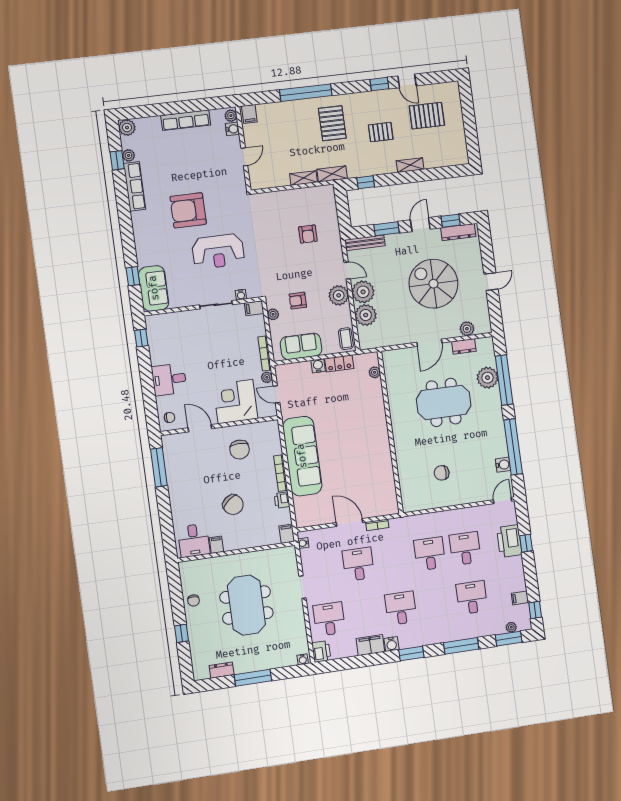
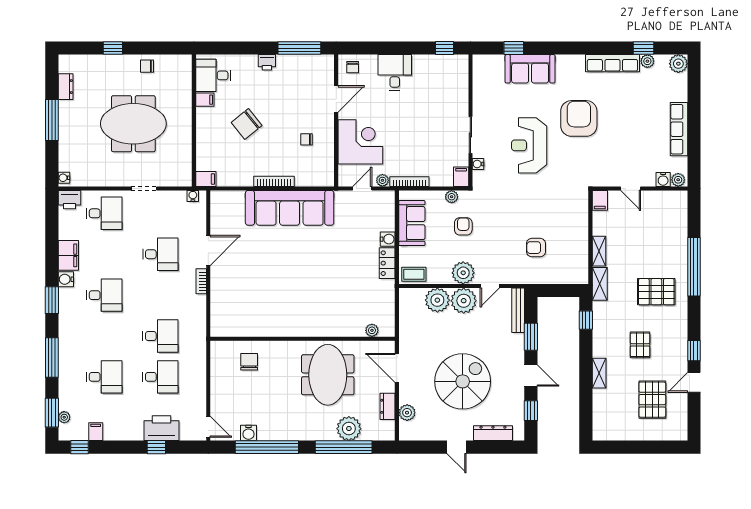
filing cabinet: (249, 114) -> (600, 200), moved, turned -90
dresser: (458, 232) -> (493, 433), moved, turned 90
sofa: (154, 288) -> (530, 69), moved
plant: (375, 372) -> (372, 330), moved
wall: (390, 432) -> (303, 339), moved
chair: (240, 450) -> (307, 139), width x0.54, depth x0.54
printer: (282, 500) -> (267, 62), moved, turned 180

